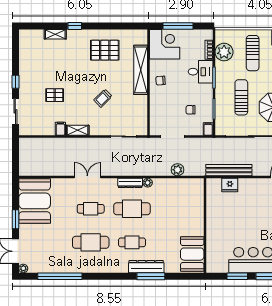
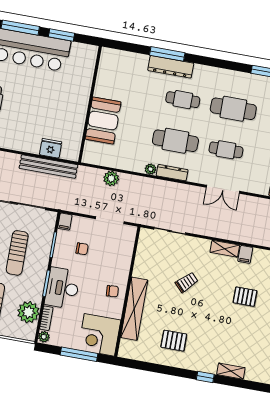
plant: (208, 35) -> (44, 337), added
pallet: (105, 50) -> (174, 341), width x0.67, depth x0.71
desk: (201, 72) -> (62, 288), width x1.37
booth: (192, 254) -> (103, 120), moved

